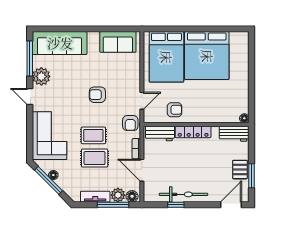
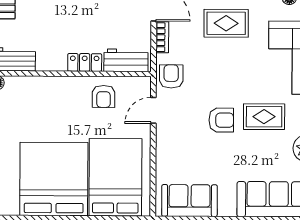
armchair: (175, 110) -> (104, 96), turned -90
locker: (193, 132) -> (85, 62), width x0.66
rug: (93, 135) -> (264, 117), moved

